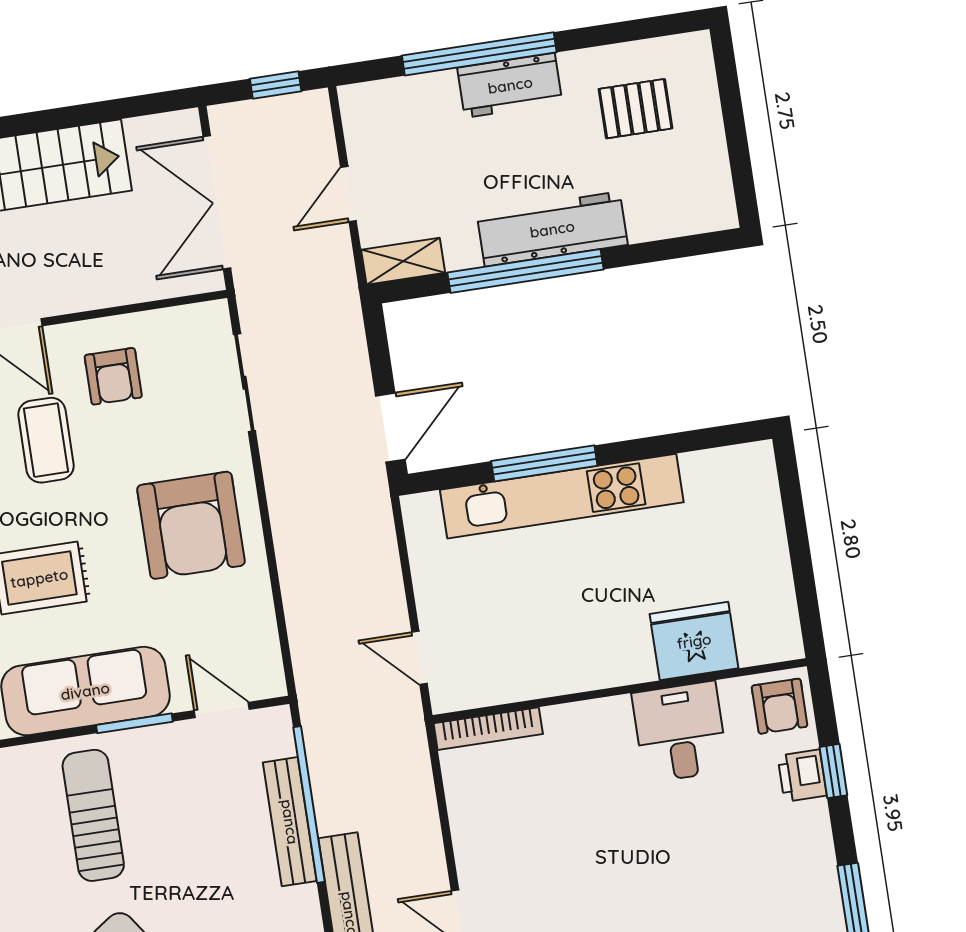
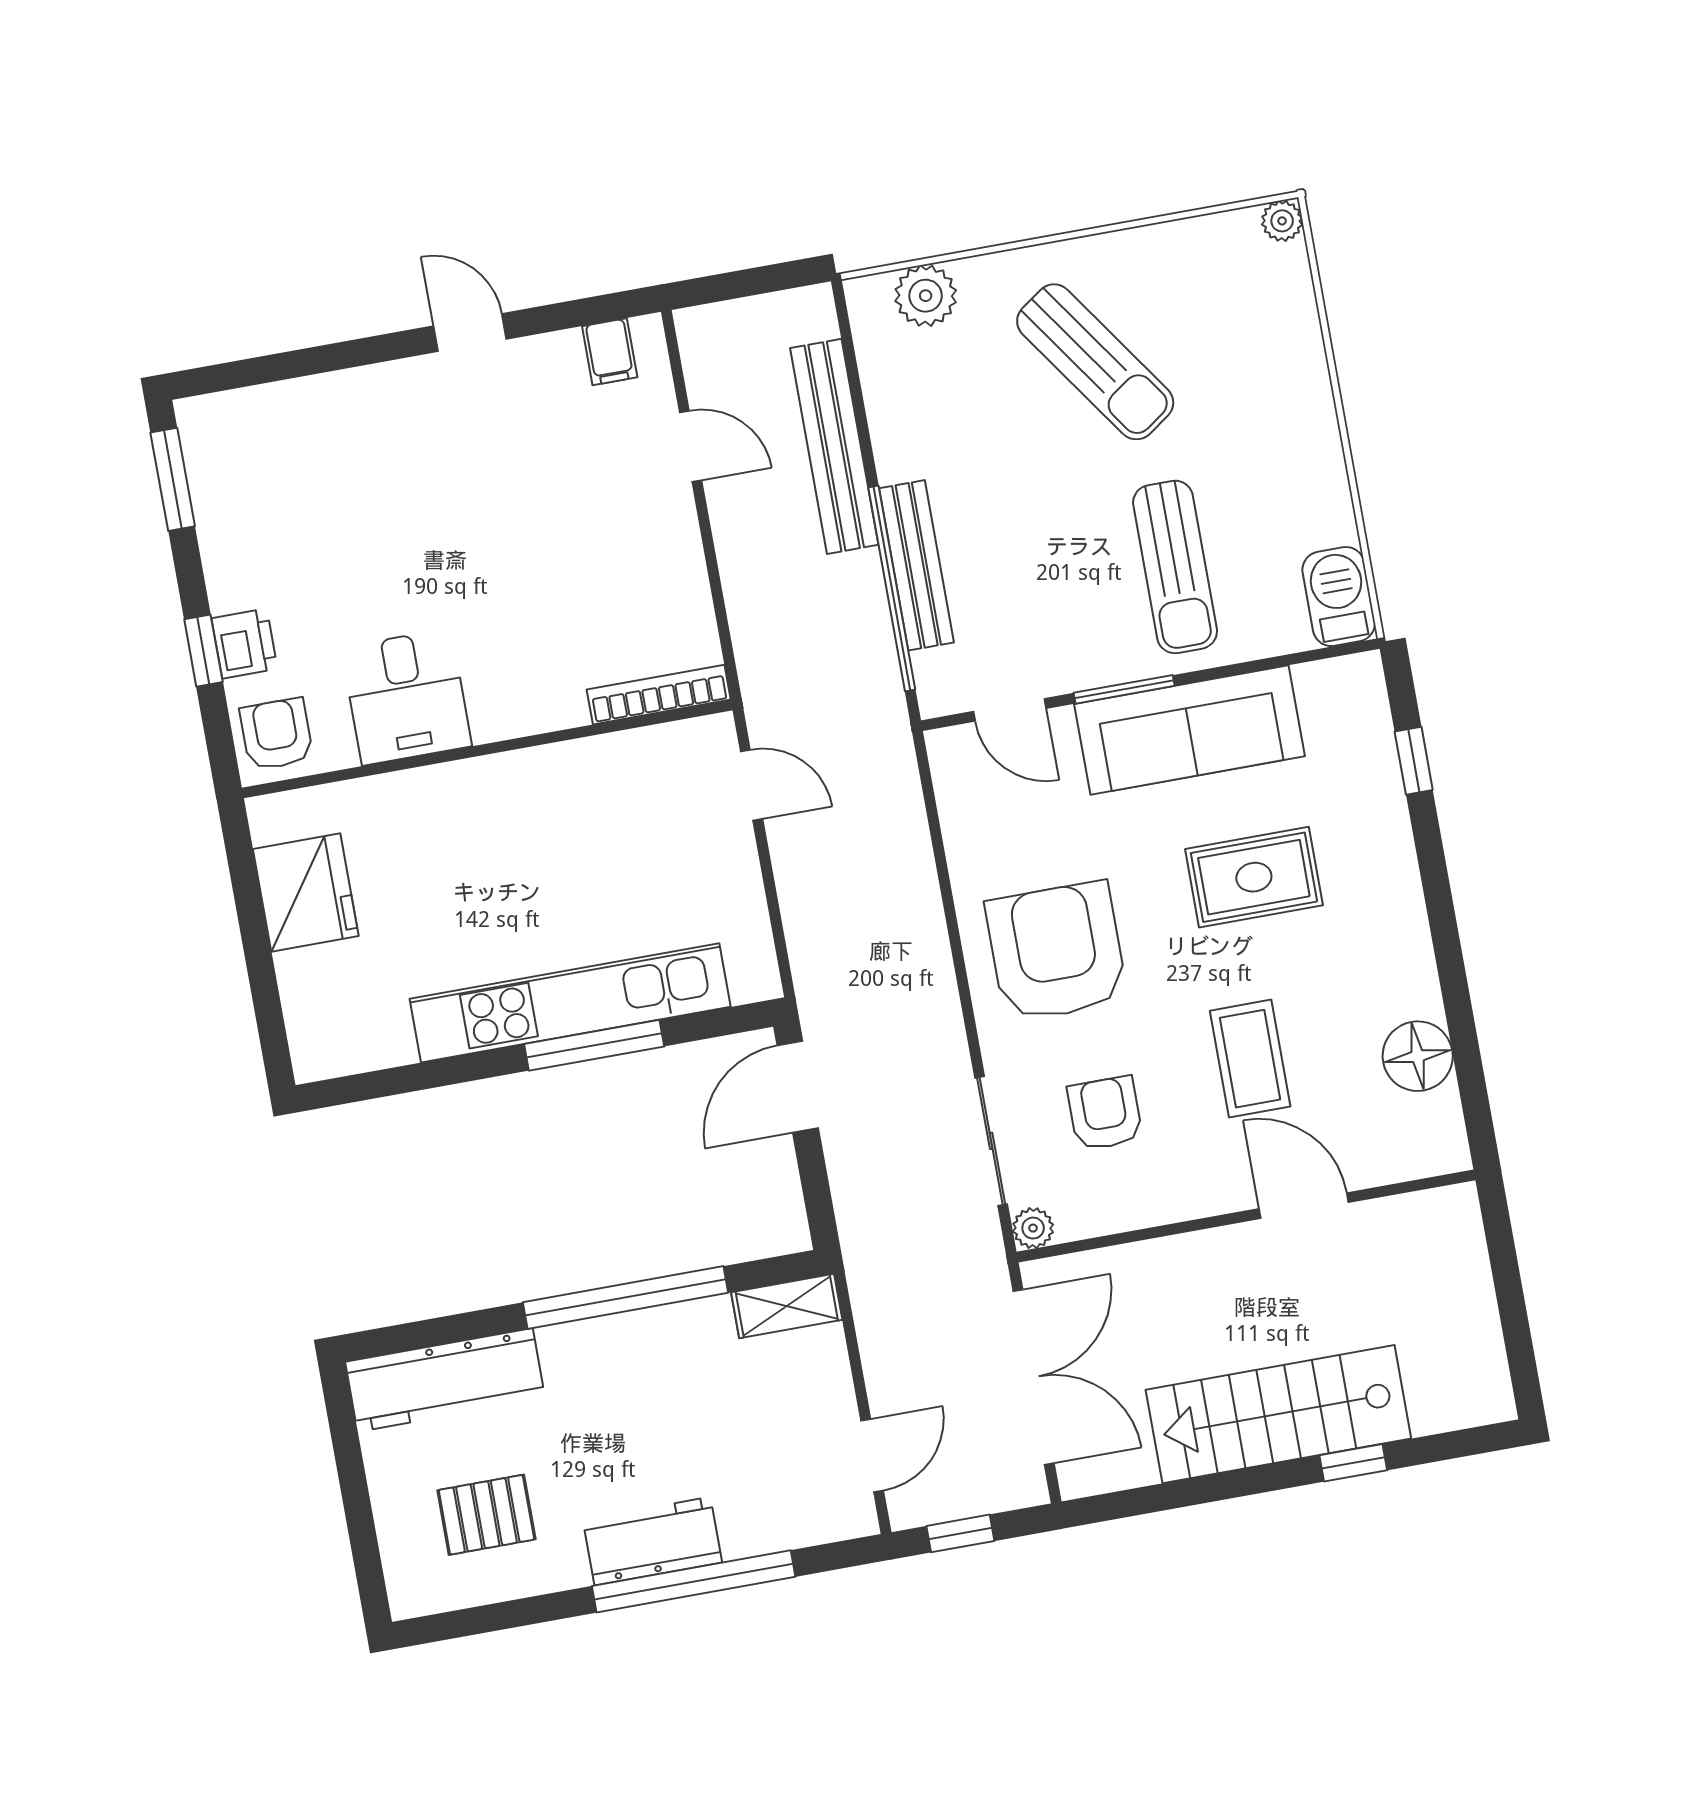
door: (348, 194) -> (872, 1455), moved
workbench: (552, 229) -> (445, 1380), moved
plant: (214, 316) -> (1033, 1228), added
armchair: (113, 376) -> (1105, 1113), moved
fridge: (694, 641) -> (306, 893), moved, turned -90

